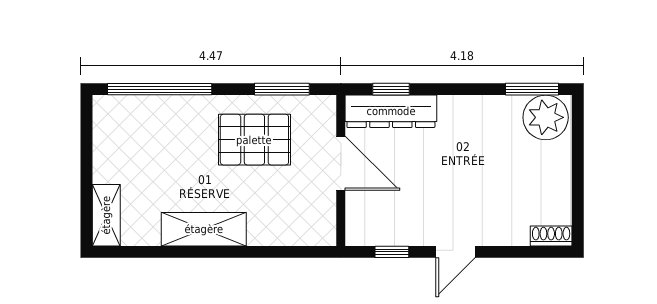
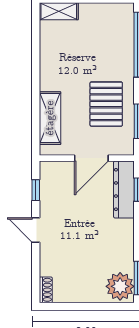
shelving: (204, 229) -> (50, 118), moved

